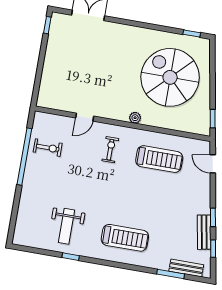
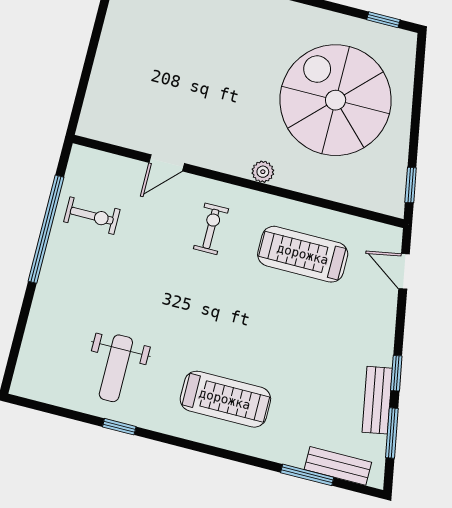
treadmill: (159, 159) -> (303, 254), turned 180
window: (213, 249) -> (392, 433), width x1.50

